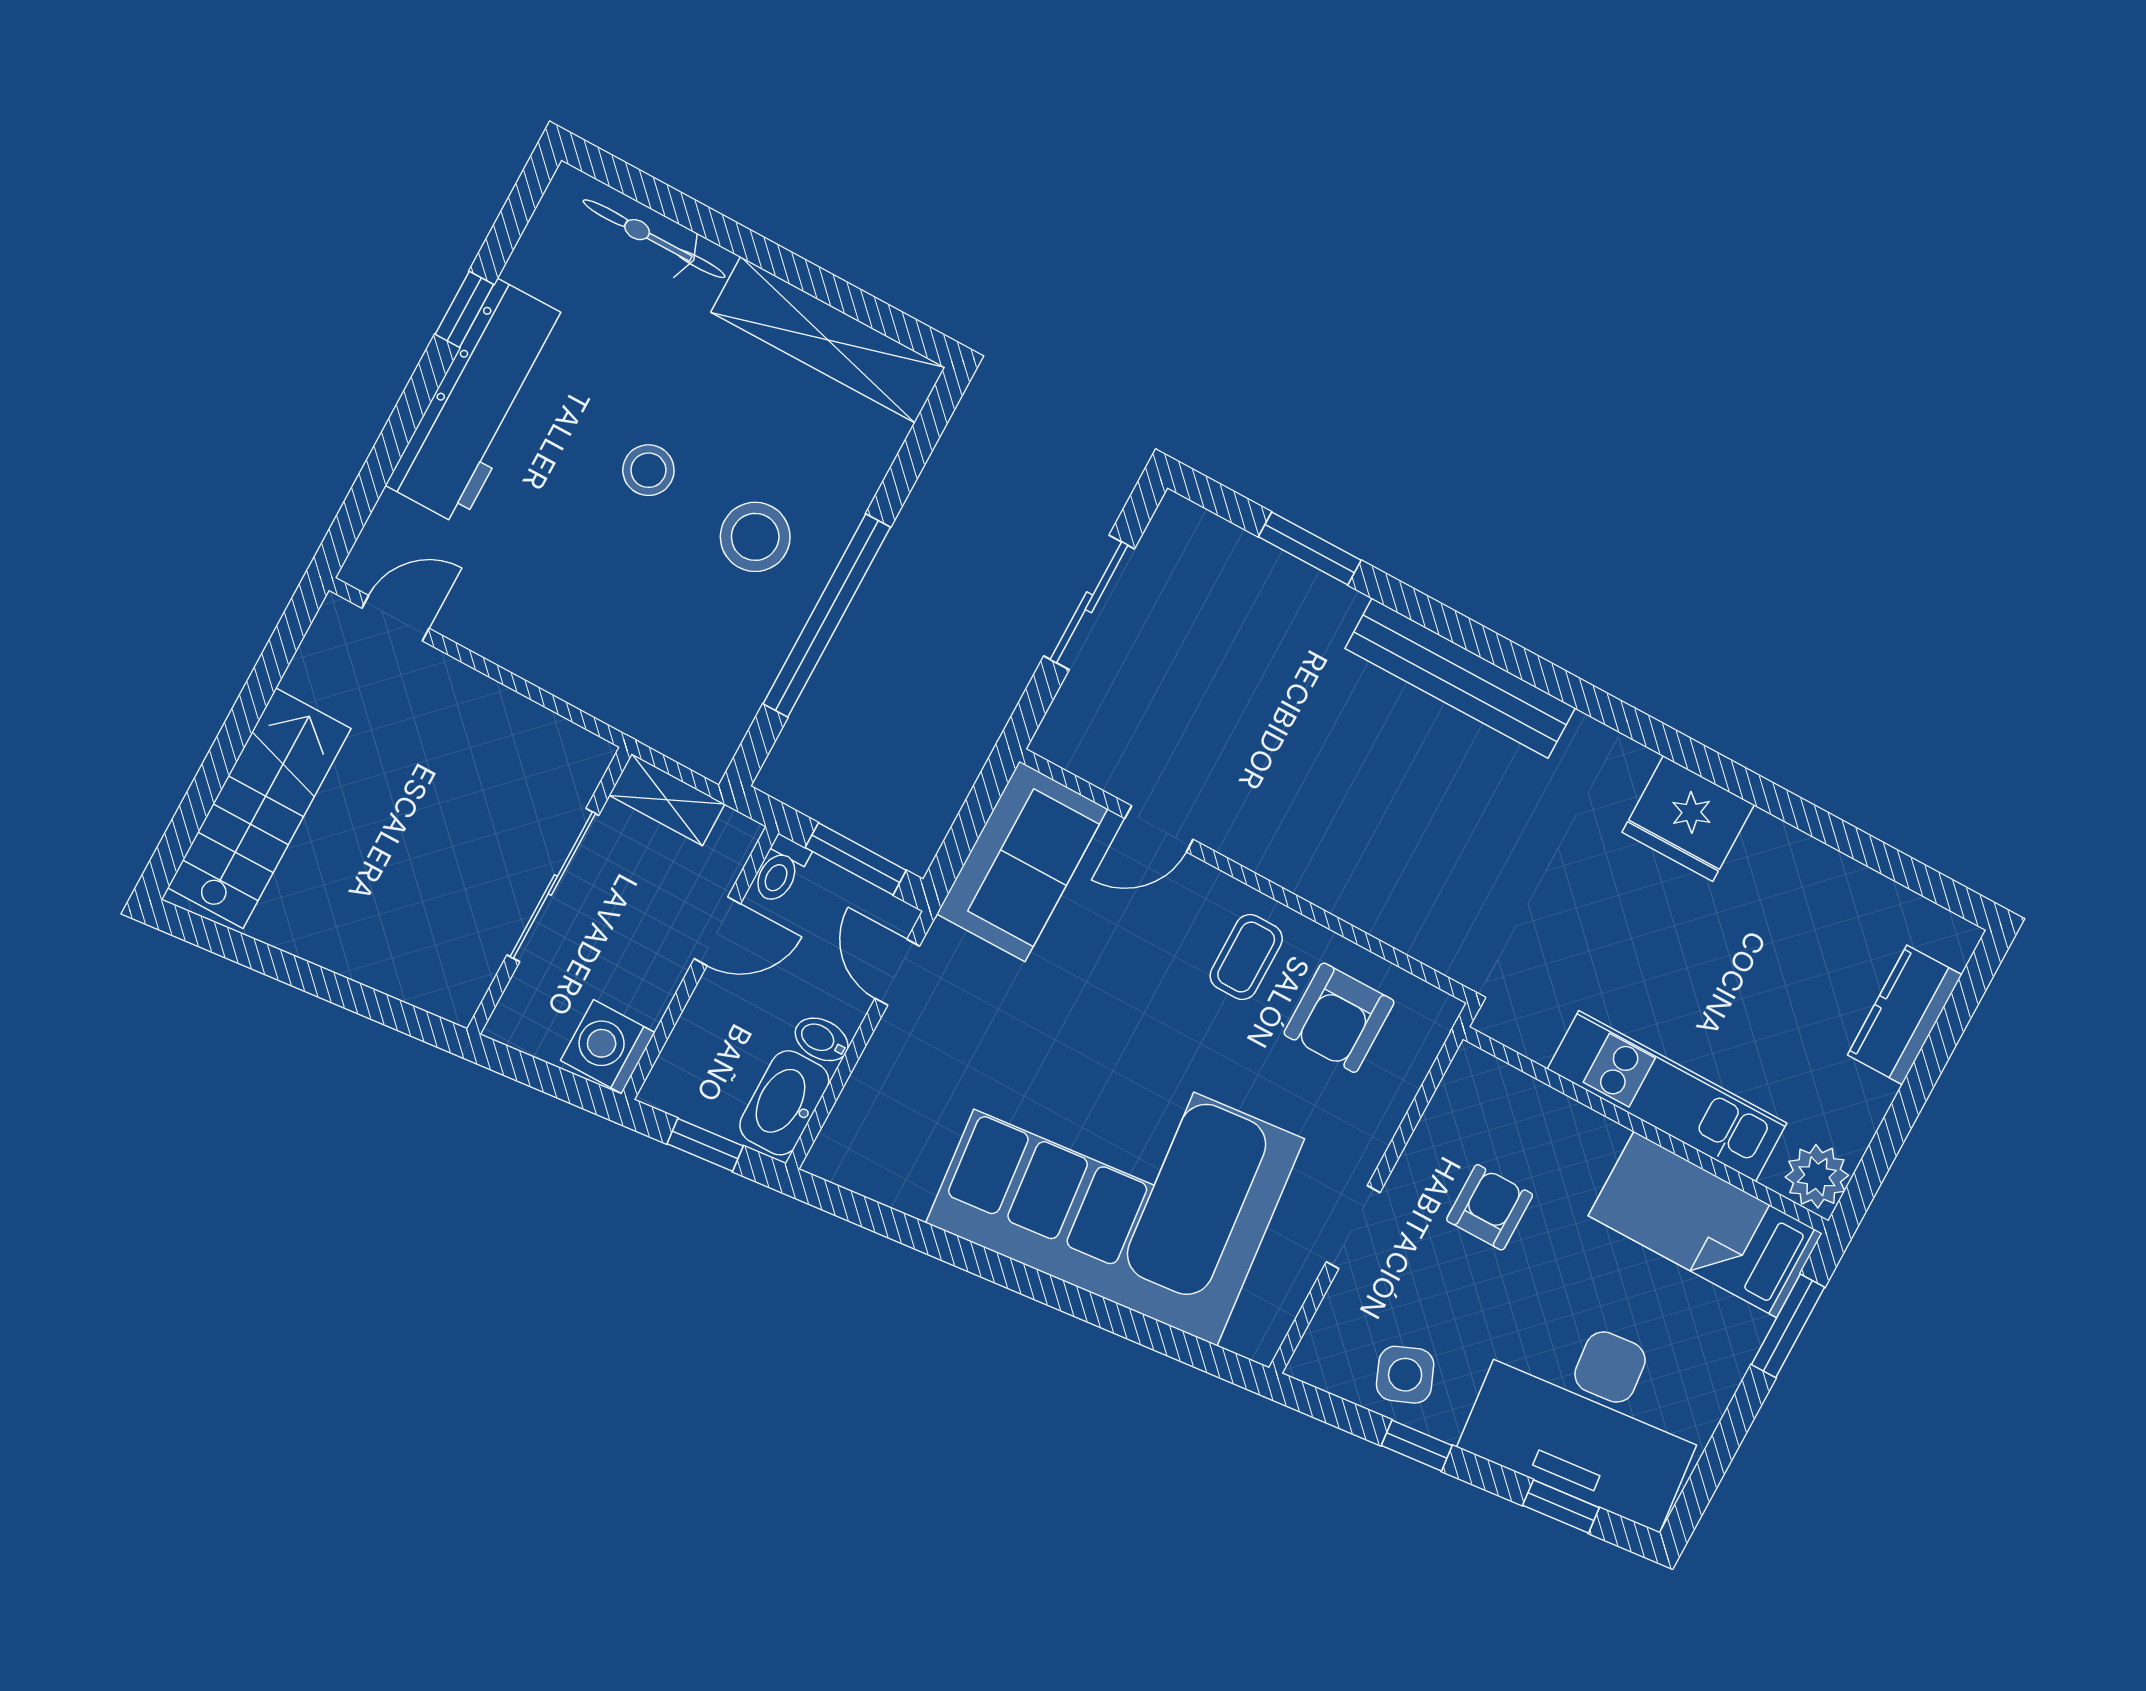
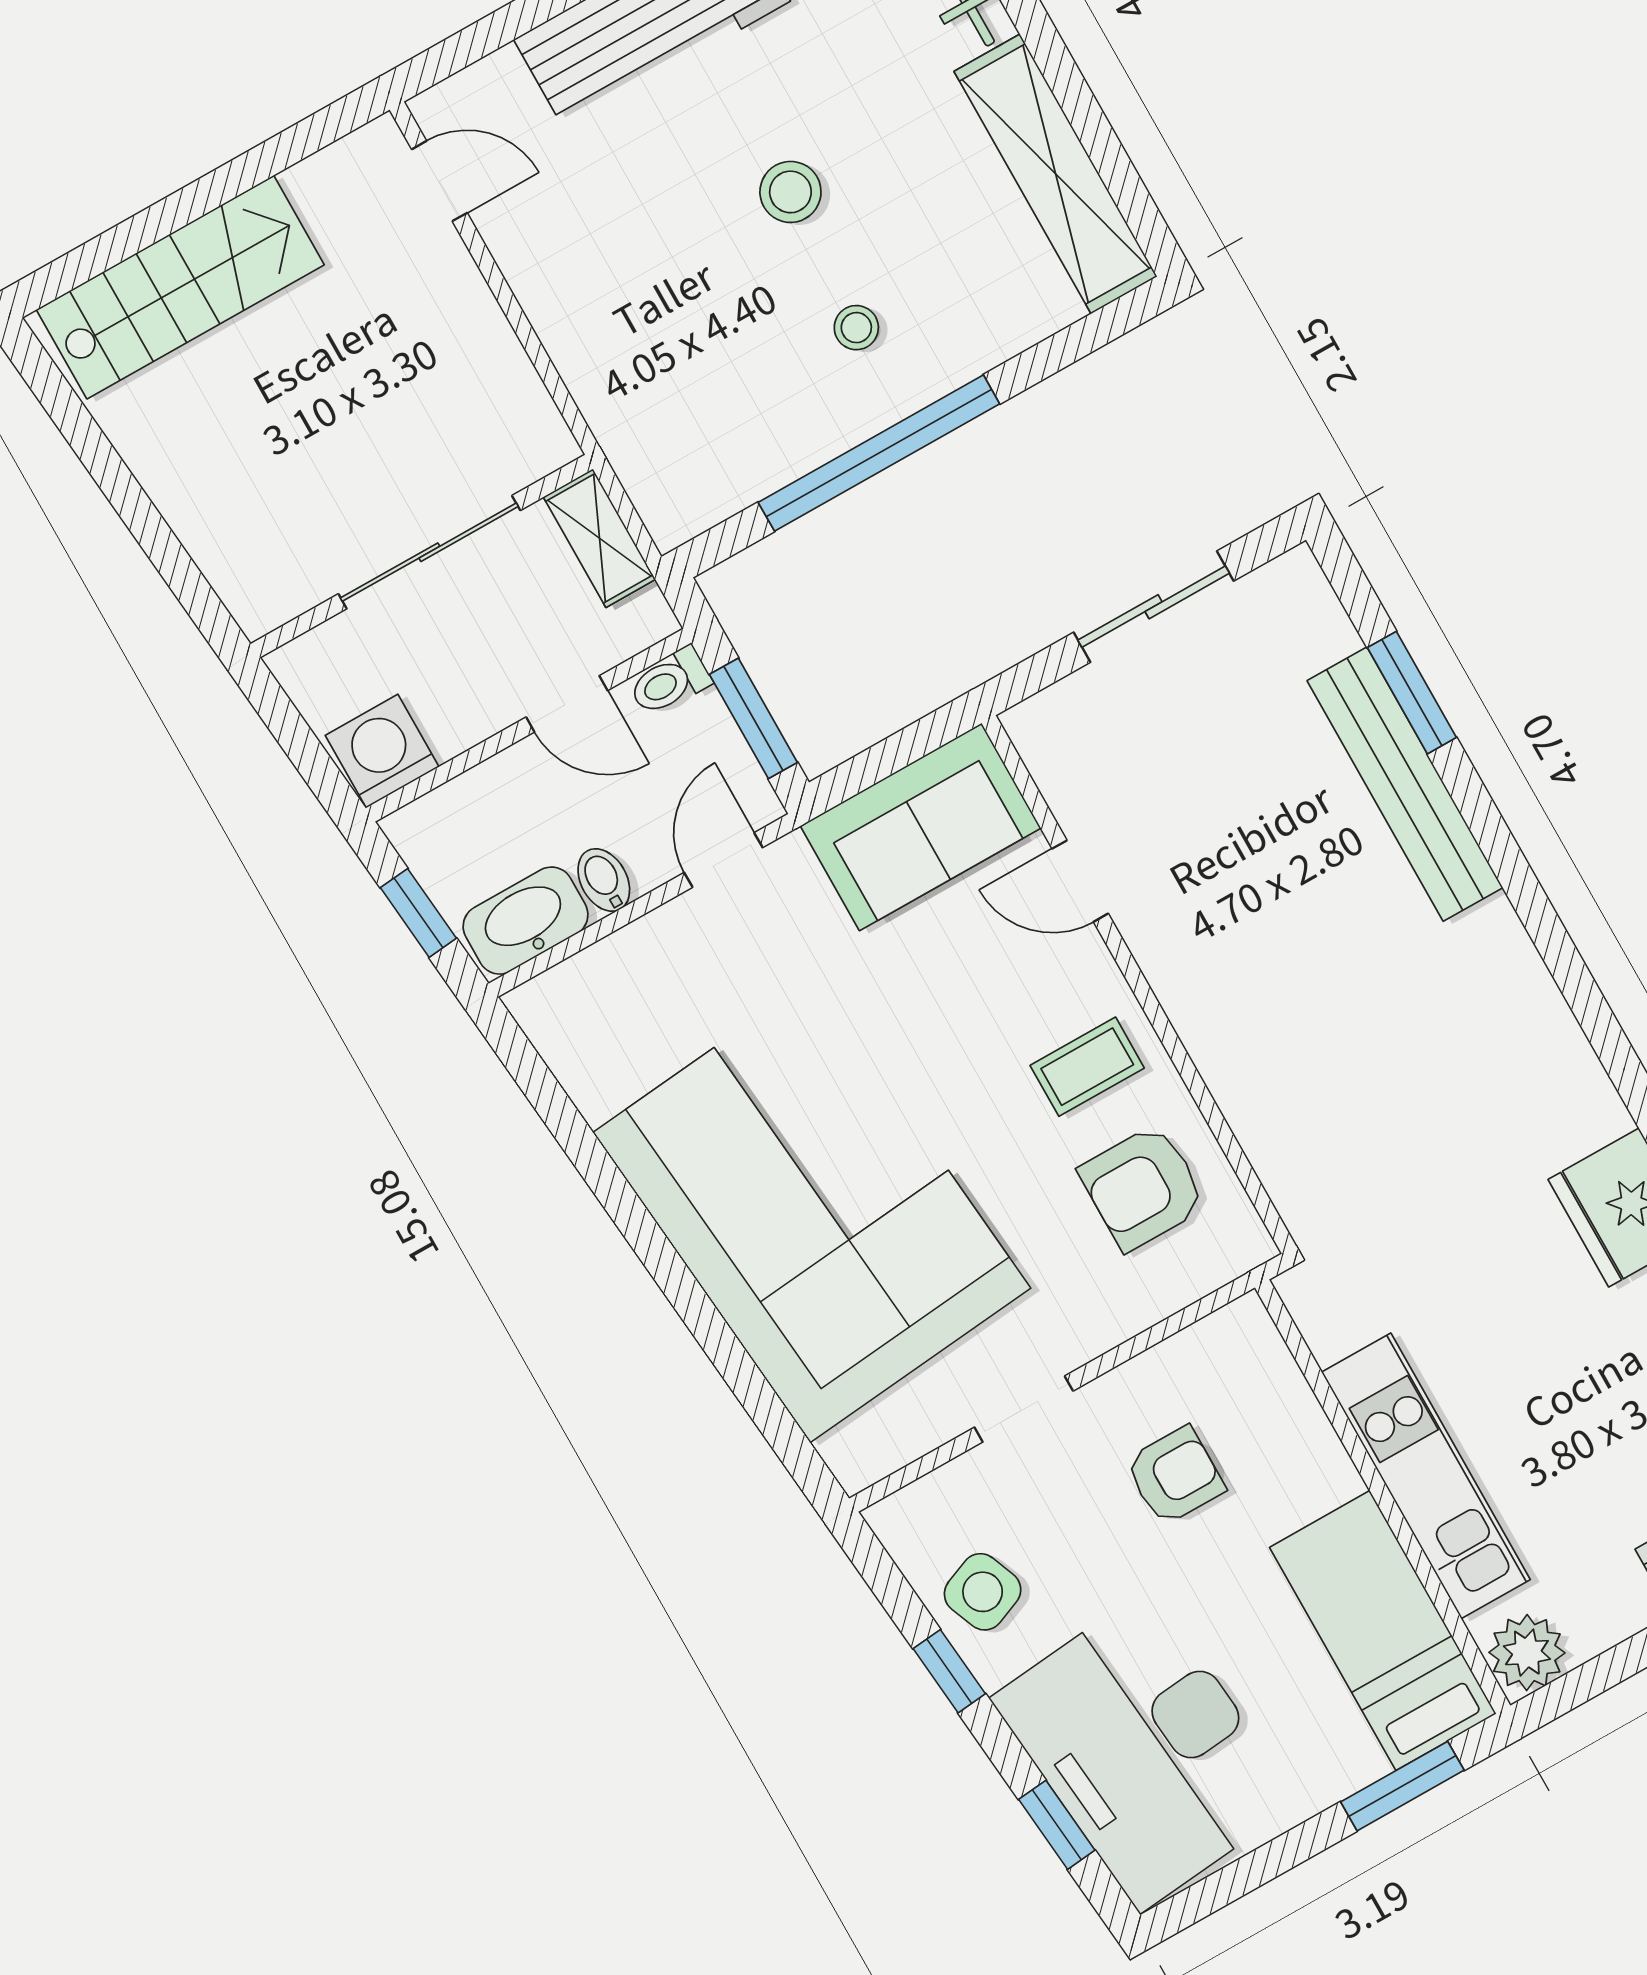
stool: (755, 537) -> (856, 328), width x0.53, depth x0.53
bench: (1460, 678) -> (1405, 784), moved

